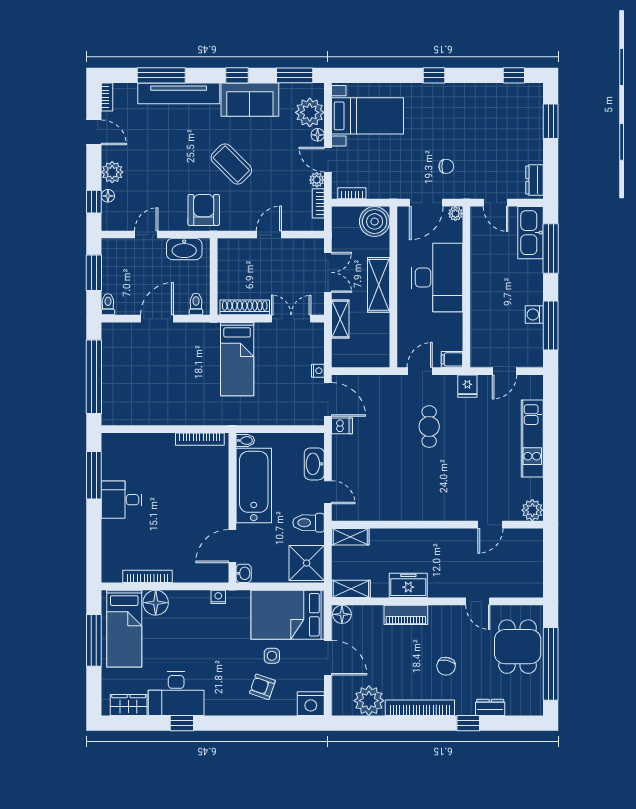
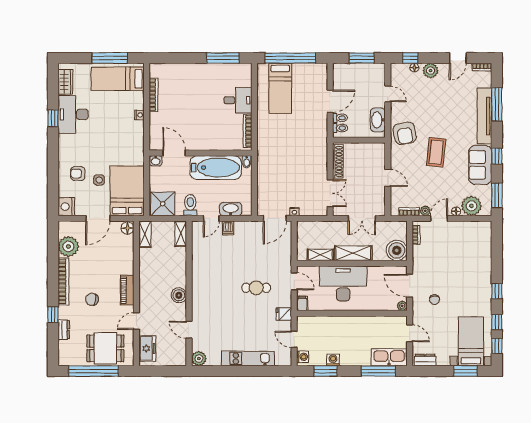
window: (479, 75) -> (497, 322), added
bed with nightstands: (368, 116) -> (471, 341), moved, turned 180
coffee table: (231, 164) -> (436, 152), turned -39
door: (496, 203) -> (410, 333), swing flipped
armchair: (204, 210) -> (405, 133), turned 79
desk: (437, 278) -> (343, 283), moved, turned 180
toilet: (108, 304) -> (340, 118), moved
door: (157, 319) -> (330, 101), hinge flipped
shelving: (340, 319) -> (320, 255), moved
window: (551, 325) -> (325, 371), width x0.69
bed: (237, 359) -> (280, 88), moved, turned -90
washing machine: (530, 359) -> (303, 357), added
dishwasher: (342, 426) -> (228, 228), moved
desk: (122, 500) -> (238, 100), moved, turned 90
boiler: (440, 539) -> (179, 295), added
freezer: (408, 585) -> (147, 349), moved
nightstand: (218, 597) -> (139, 115), moved
floor lamp: (156, 603) -> (135, 100), removed
piano: (406, 615) -> (127, 290), moved
armchair: (262, 687) -> (78, 174), turned -109

